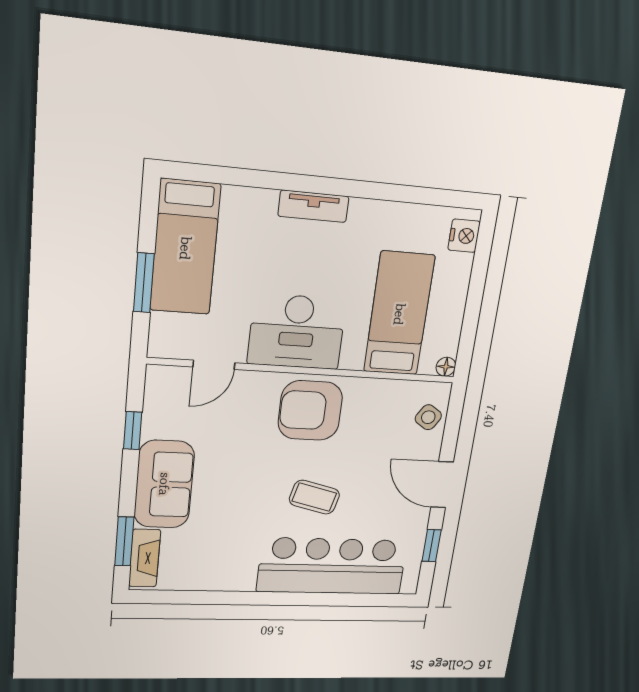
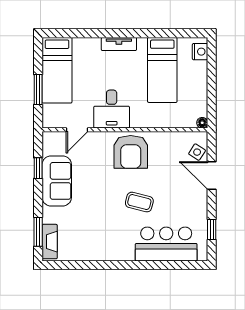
bed: (399, 314) -> (162, 70), moved, turned 180
desk: (297, 332) -> (112, 109), width x0.73
armchair: (310, 411) -> (131, 152), turned -90
sofa: (164, 484) -> (57, 181), moved
door: (442, 485) -> (212, 175), moved
bar counter: (332, 566) -> (166, 244), width x0.73

